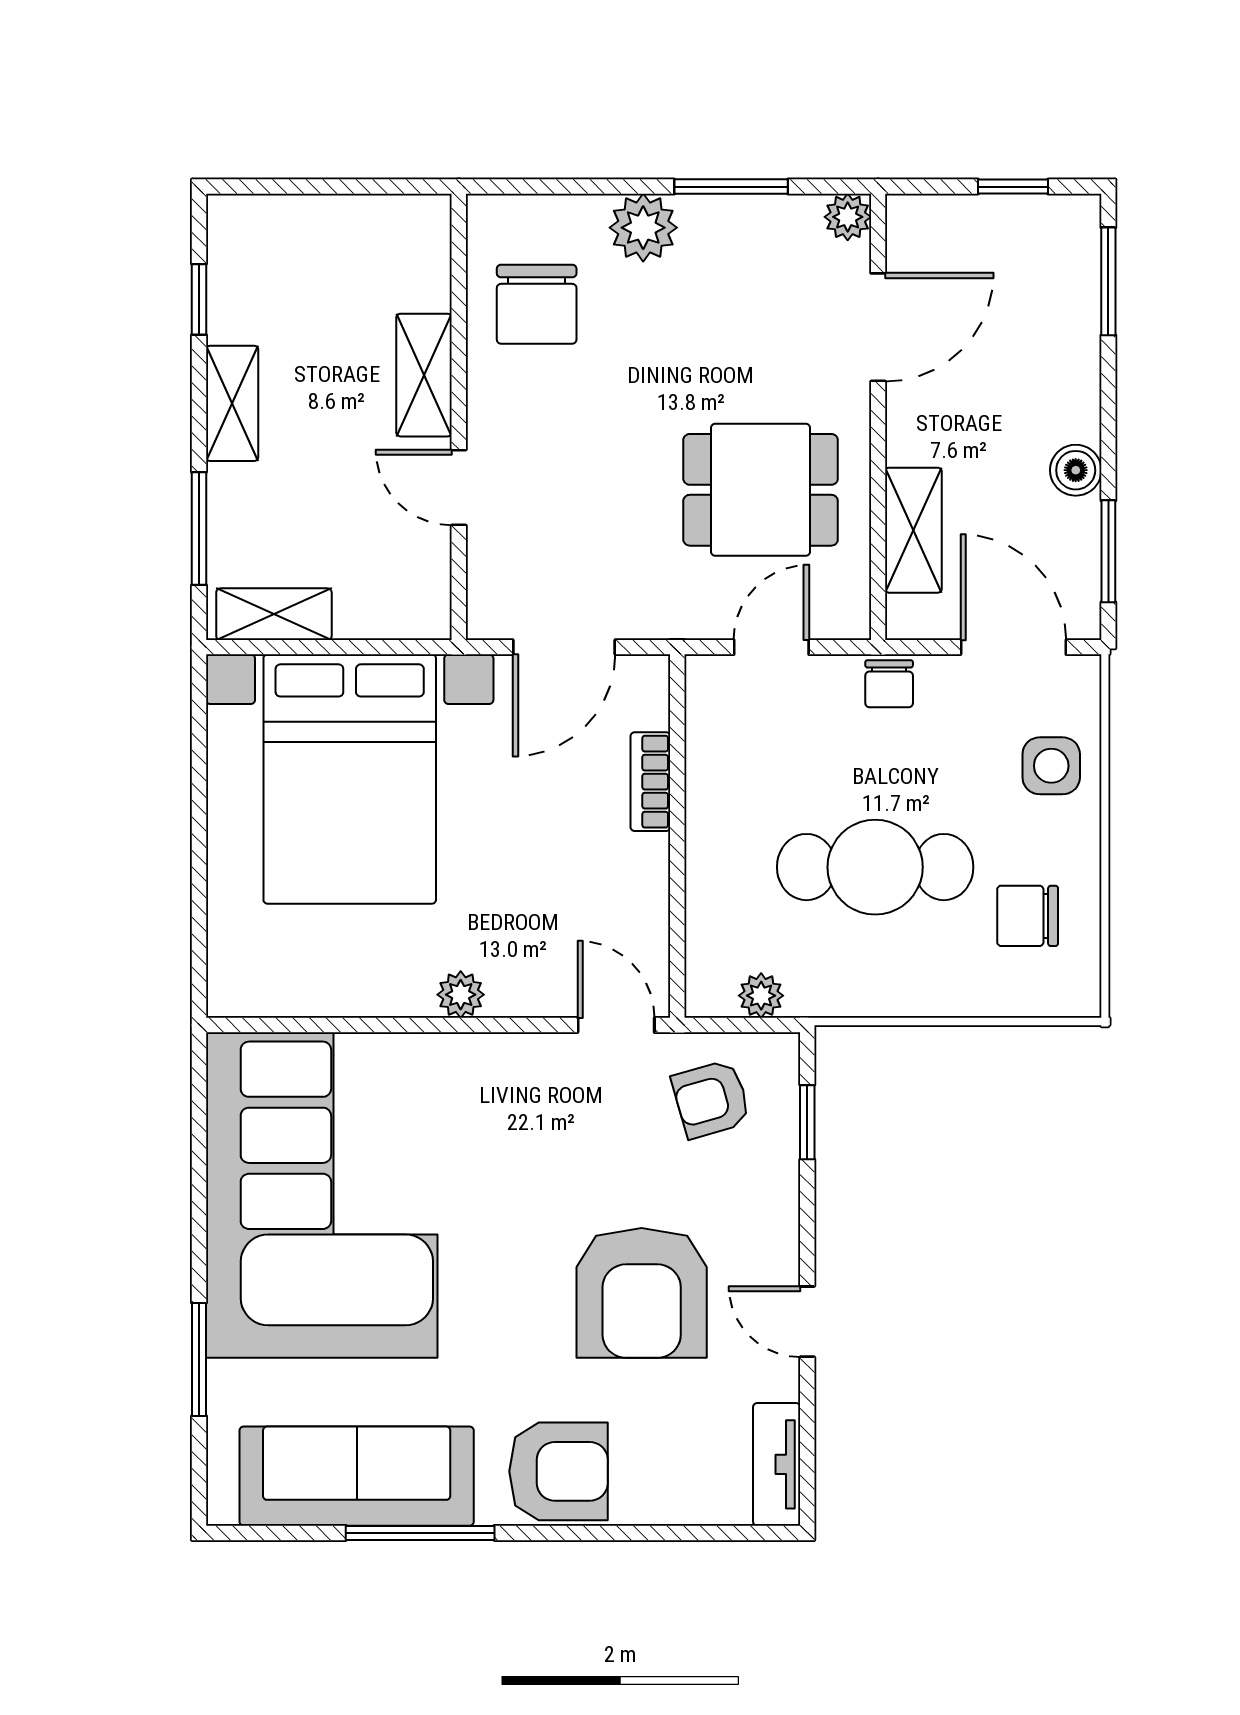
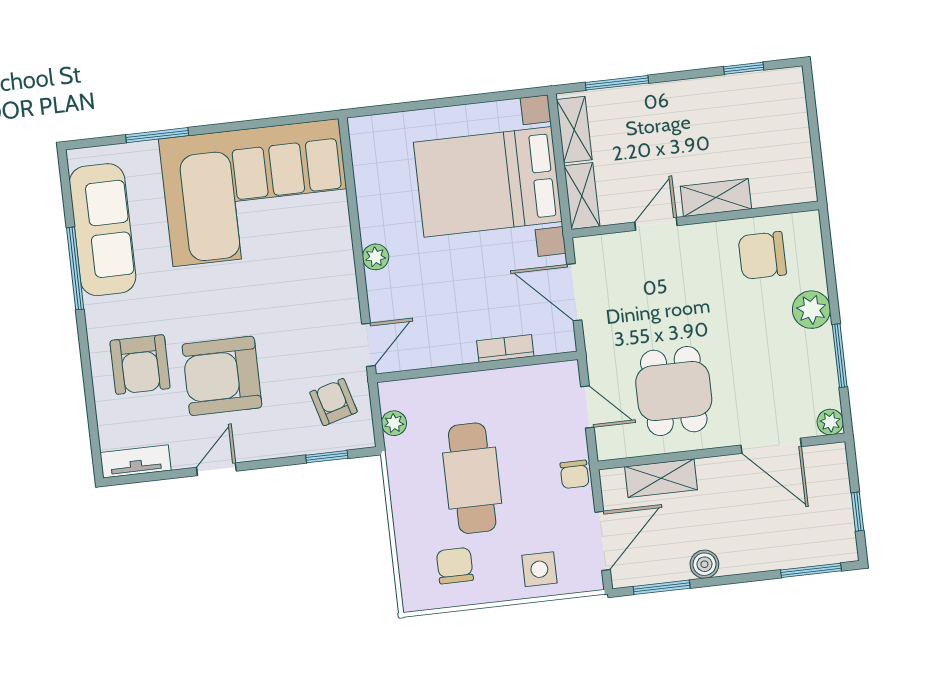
shelving: (232, 403) -> (582, 196), moved, turned 90
chair: (889, 684) -> (575, 474), turned -90
armchair: (559, 1471) -> (140, 365), moved

